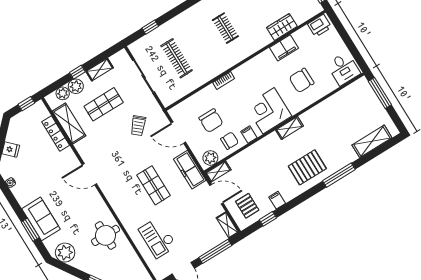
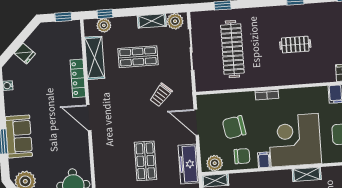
clothes rail: (225, 28) -> (295, 45), turned 90
clothes rail: (177, 58) -> (232, 49), width x1.37, depth x1.31
window: (77, 72) -> (105, 14), moved
plant: (76, 86) -> (175, 21), moved
corner desk: (269, 111) -> (295, 140), width x1.36, depth x1.36
chair: (211, 121) -> (234, 127), turned 80
locker: (56, 133) -> (78, 78), moved

